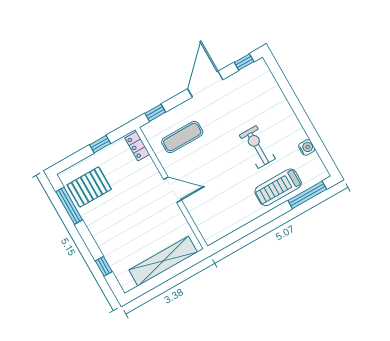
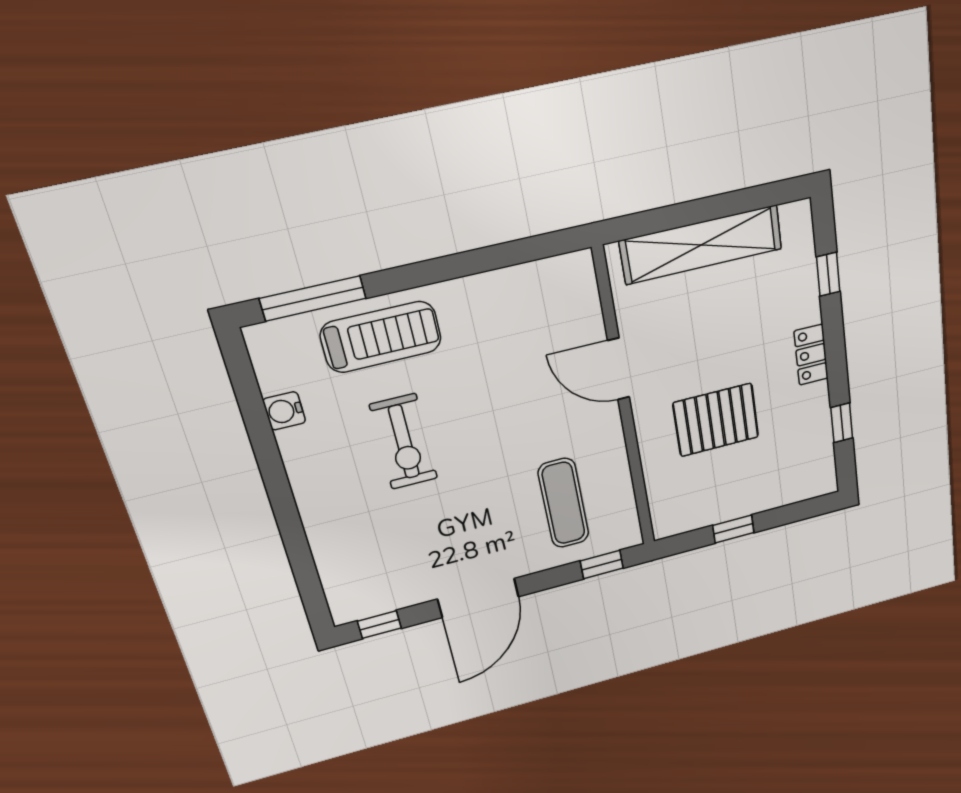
exercise mat: (182, 137) -> (564, 503), turned 90
locker: (137, 146) -> (811, 355), moved, turned 180
pallet: (89, 187) -> (716, 420), moved
door: (172, 190) -> (619, 369), moved
window: (69, 206) -> (842, 423), width x0.46

